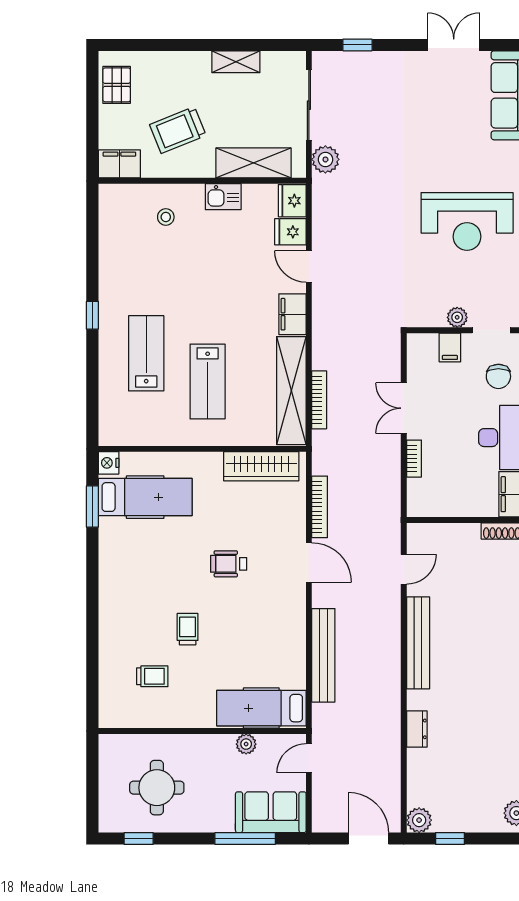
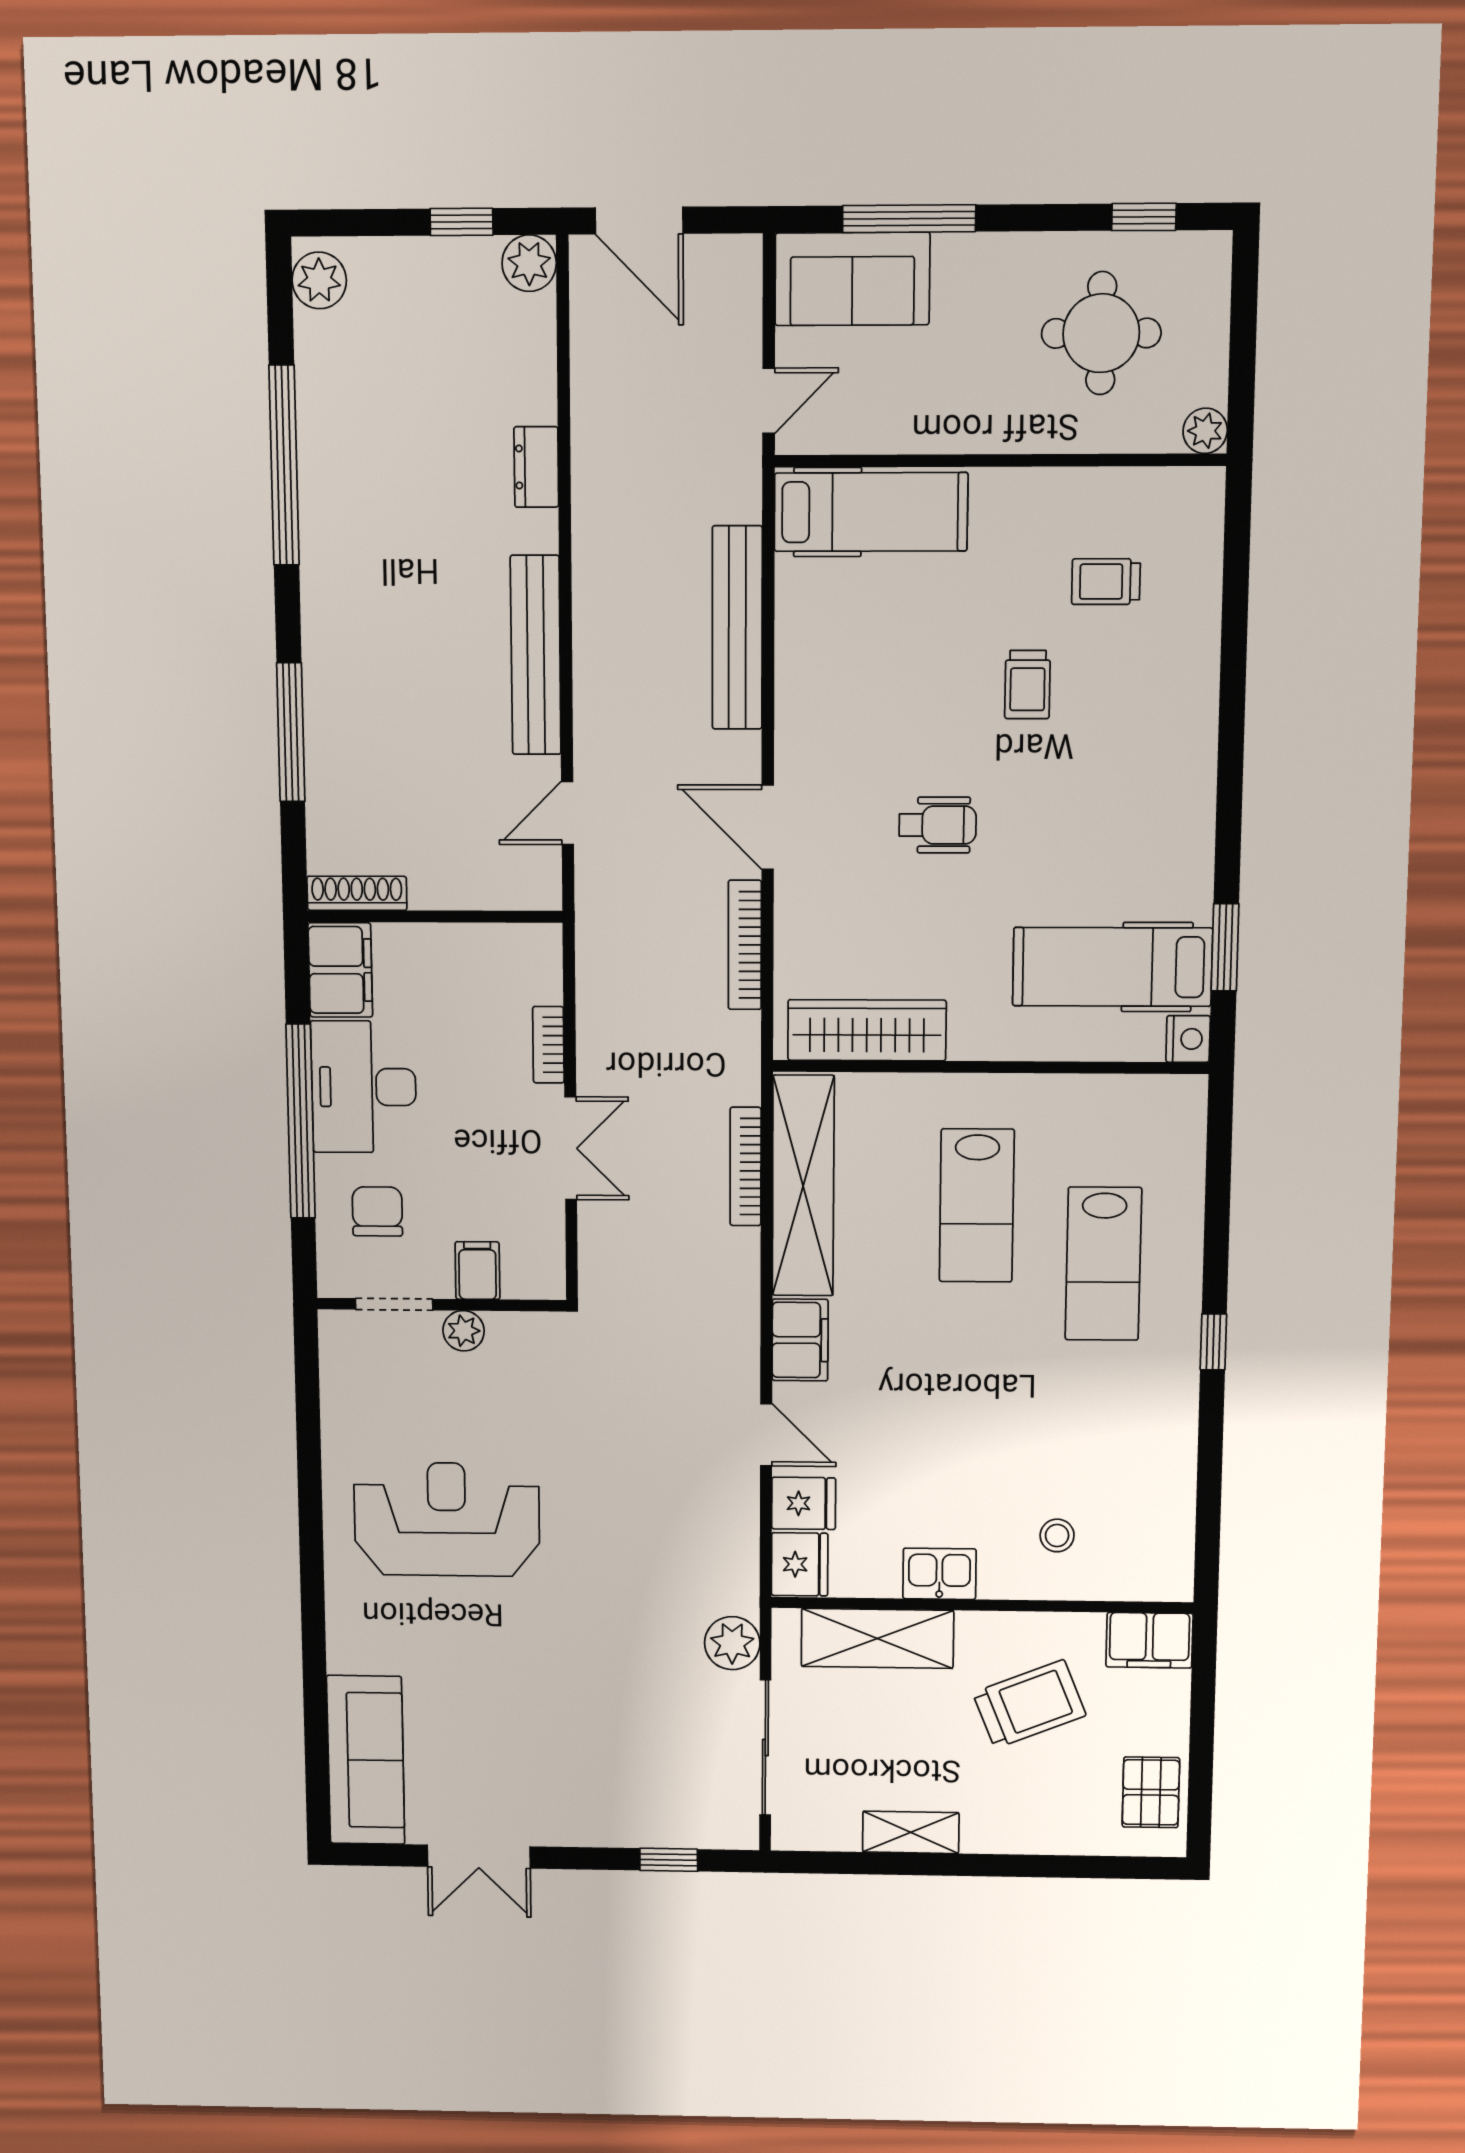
lab bench: (208, 381) -> (977, 1206), turned 180
plant: (246, 744) -> (1205, 431), moved

